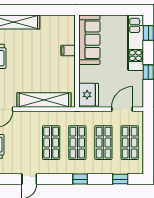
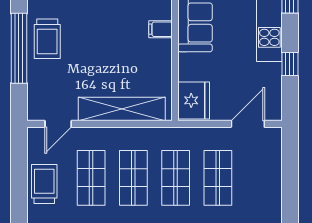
shop shelf: (130, 143) -> (91, 178), moved

